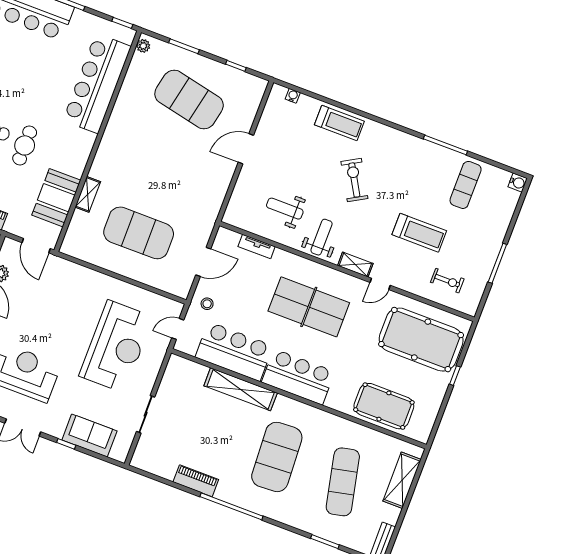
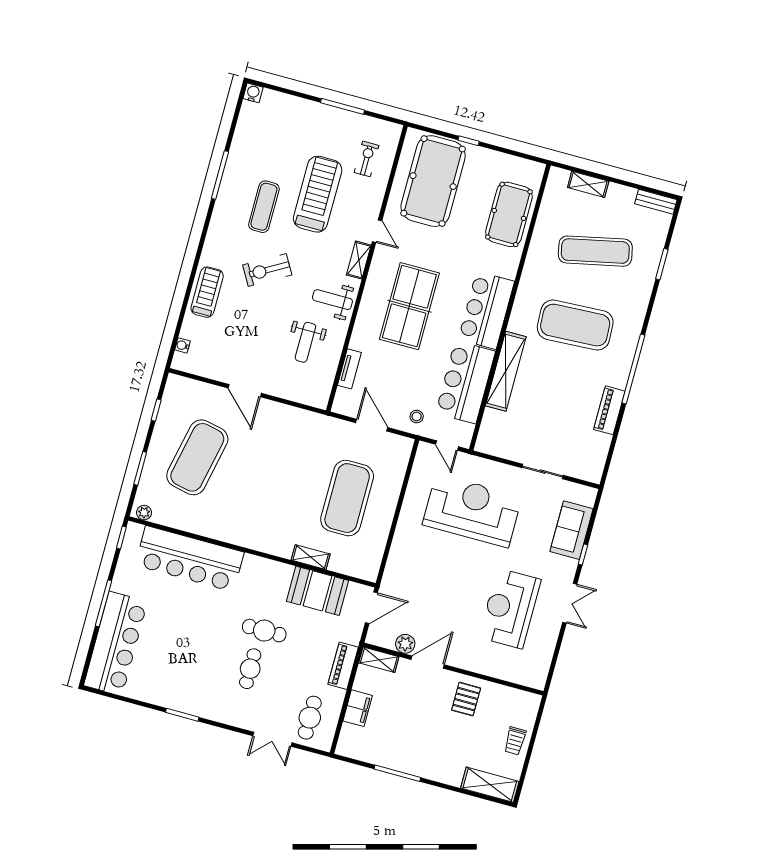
exercise mat: (466, 185) -> (264, 207), moved, turned 90
treadmill: (419, 233) -> (318, 194), width x1.37, depth x1.38
shelving: (402, 480) -> (588, 184), width x0.67, depth x0.75

